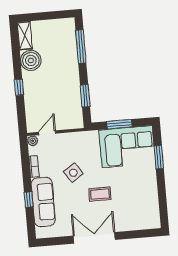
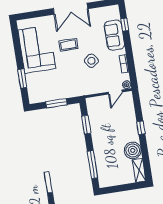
corner sofa: (127, 147) -> (37, 49), moved, turned 90
window: (29, 200) -> (125, 25), moved
sofa: (43, 202) -> (114, 35), width x0.73

